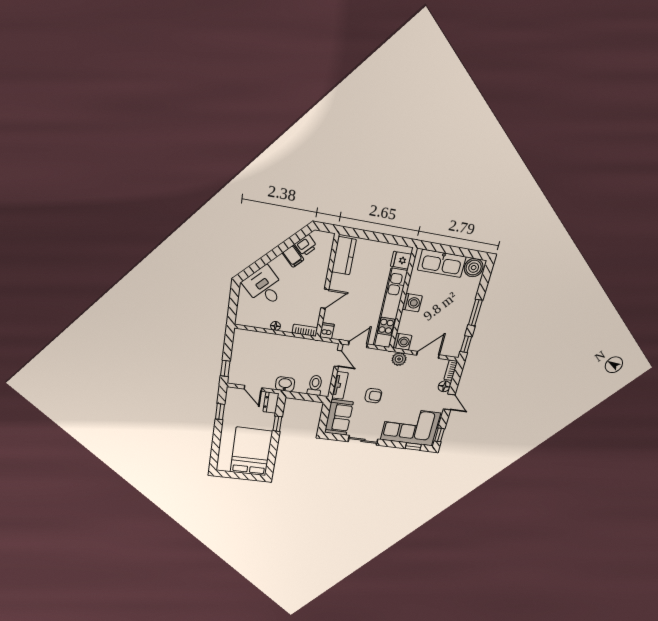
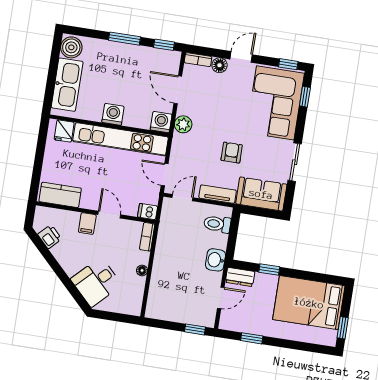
filing cabinet: (293, 256) -> (87, 223), moved, turned 135
window: (232, 475) -> (343, 328), added

